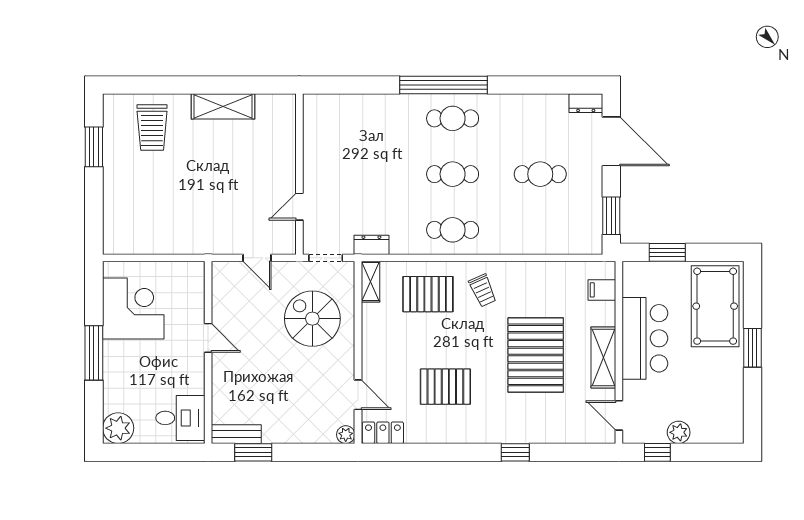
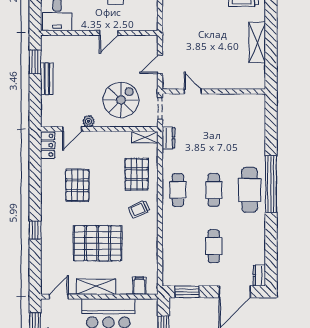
cafe table: (453, 118) -> (249, 190), width x1.37, depth x1.35
bench: (236, 434) -> (47, 79), moved
plant: (346, 435) -> (89, 121), moved

